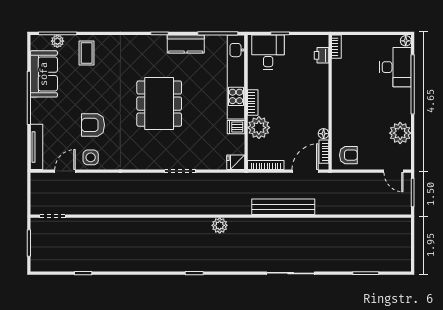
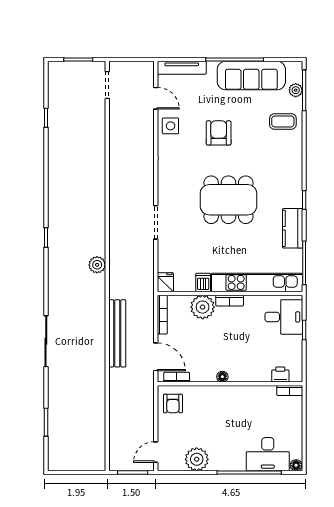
sofa: (44, 74) -> (251, 75), width x1.36
armchair: (93, 125) -> (219, 133), moved
floor lamp: (324, 134) -> (222, 377), moved

